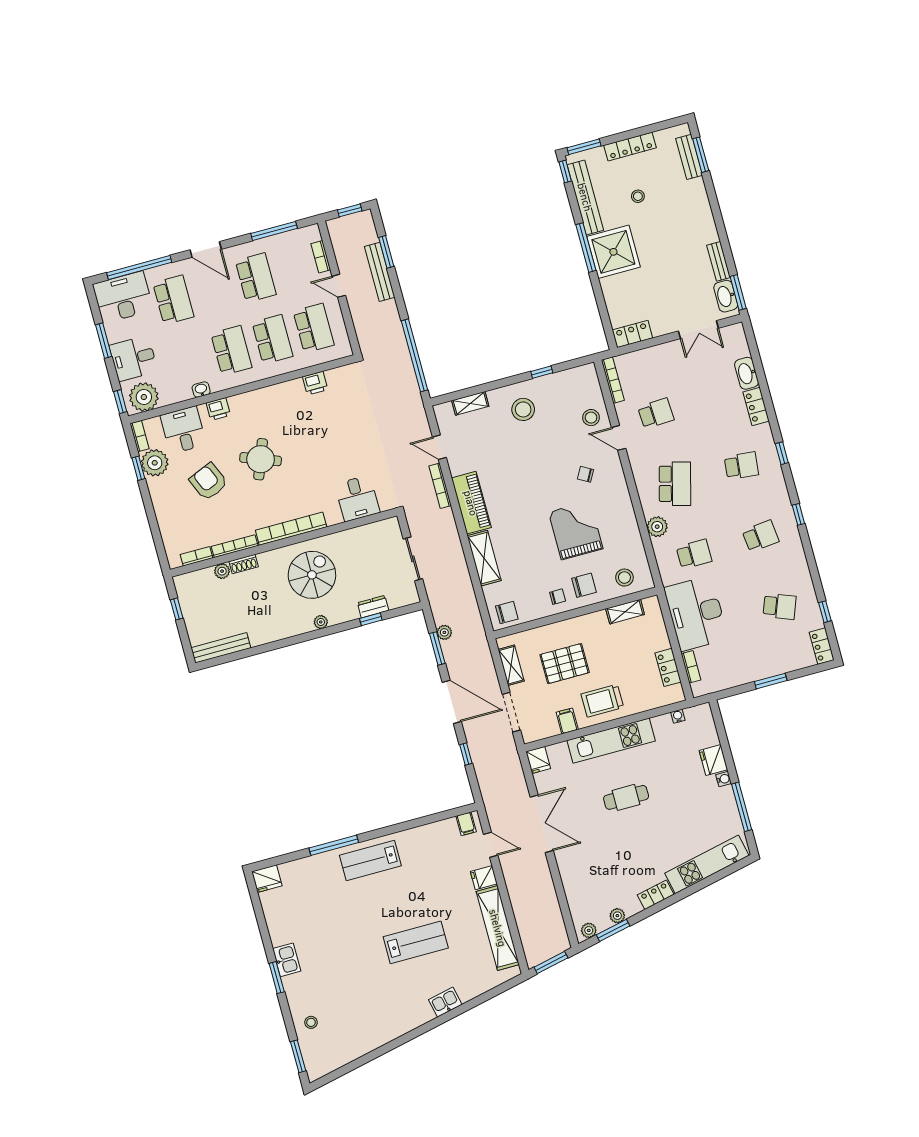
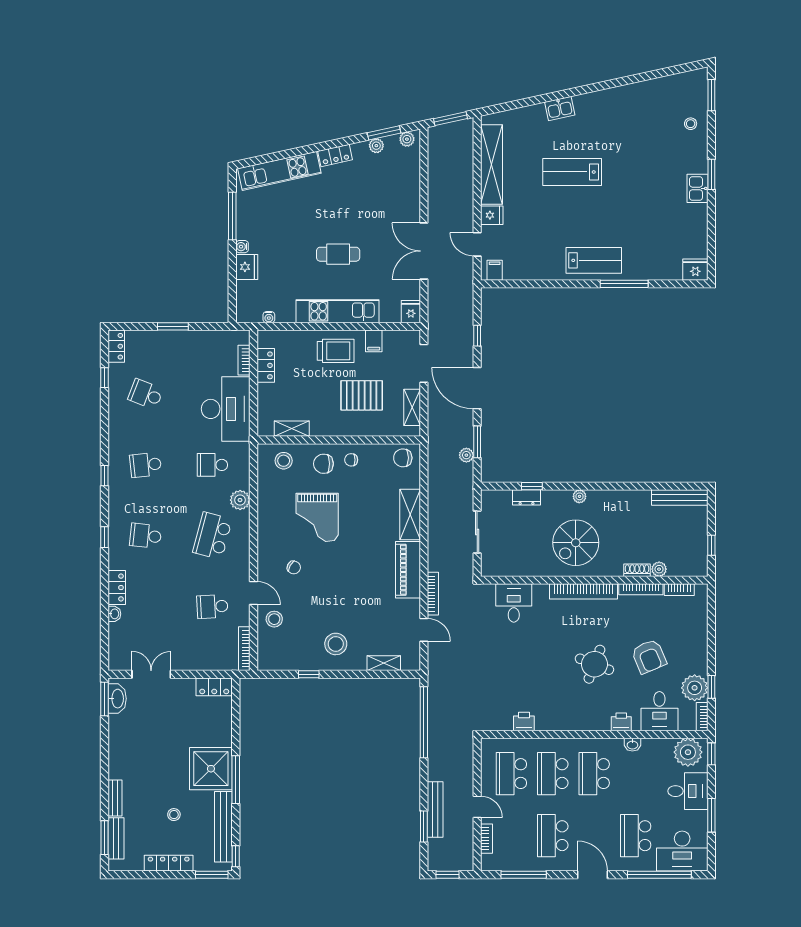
bench: (719, 261) -> (115, 798), moved
washbasin: (747, 373) -> (114, 614), width x0.52, depth x0.69

